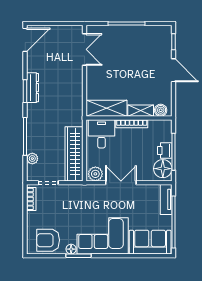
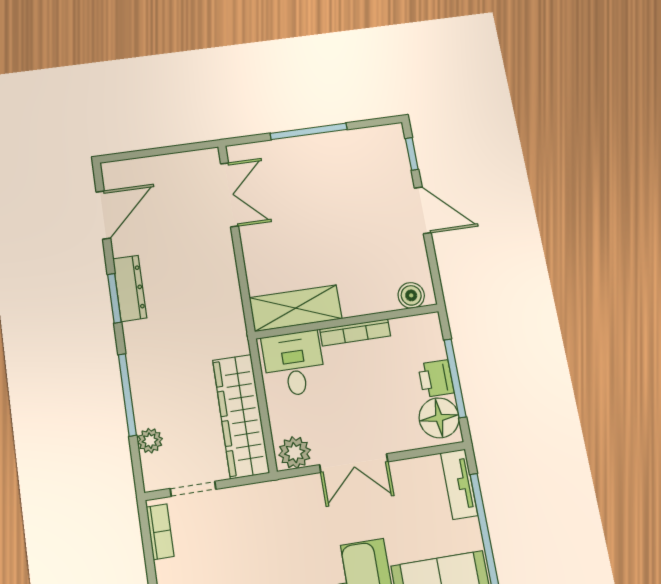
door: (25, 40) -> (103, 215), moved
shelving: (141, 111) -> (369, 302), removed
double door: (121, 183) -> (354, 463), swing flipped

